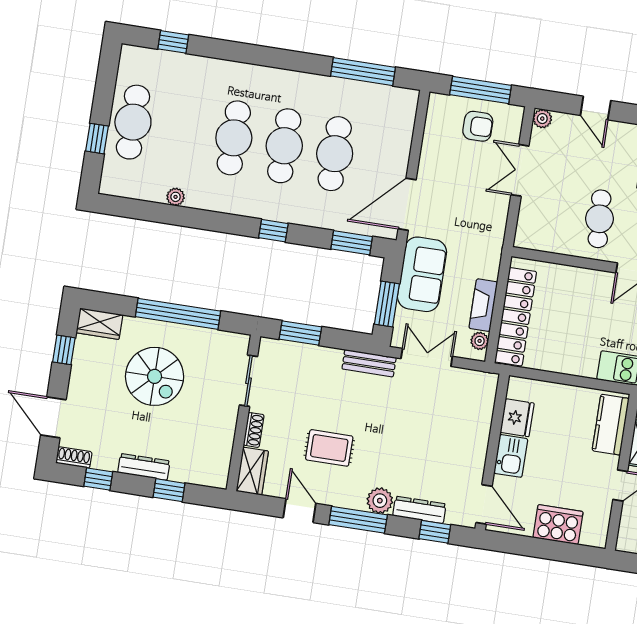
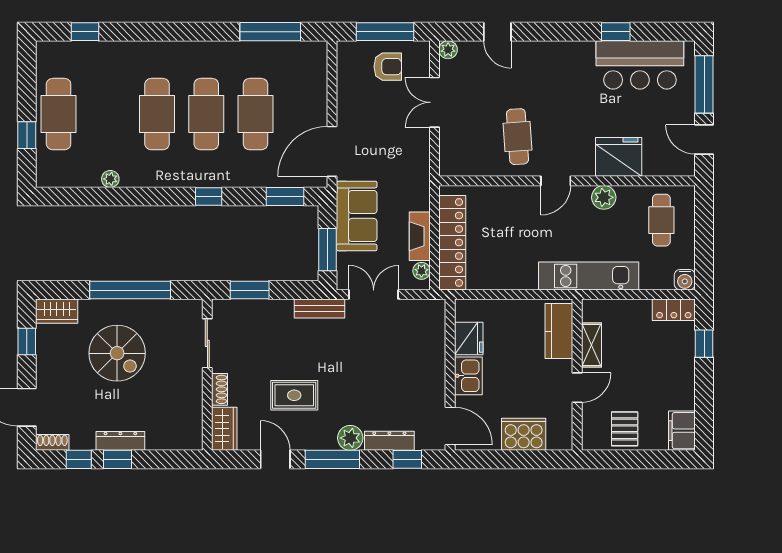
window: (169, 490) -> (117, 459), moved

